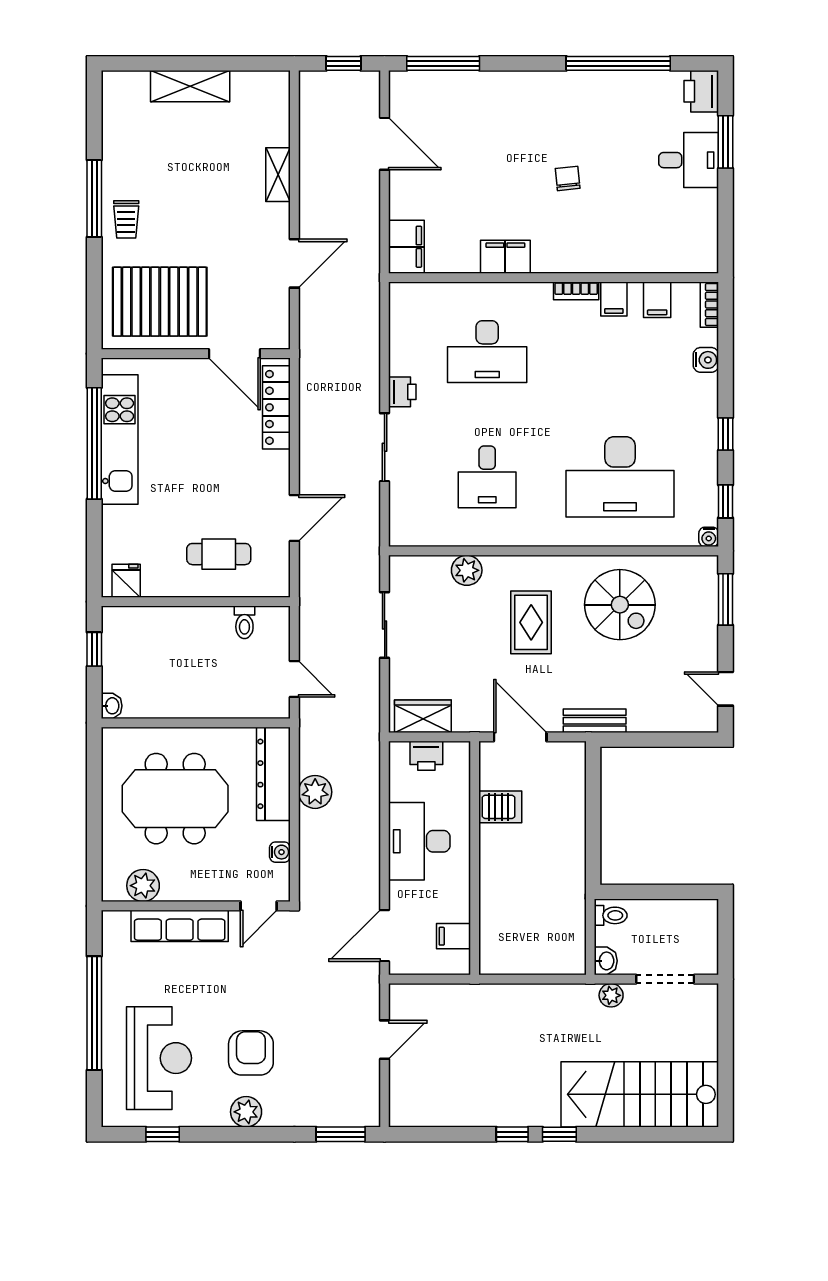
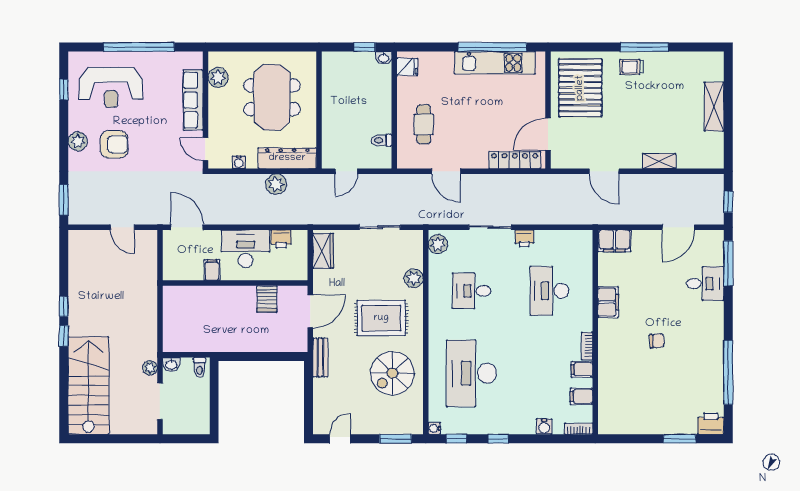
desk: (689, 160) -> (705, 284), moved, turned -90
plant: (412, 531) -> (438, 244), added
rug: (531, 622) -> (381, 318), width x1.36, depth x1.43
washbasin: (112, 706) -> (384, 58), moved
printer: (426, 756) -> (281, 239), moved, turned -90
filing cabinet: (454, 936) -> (212, 270), moved

